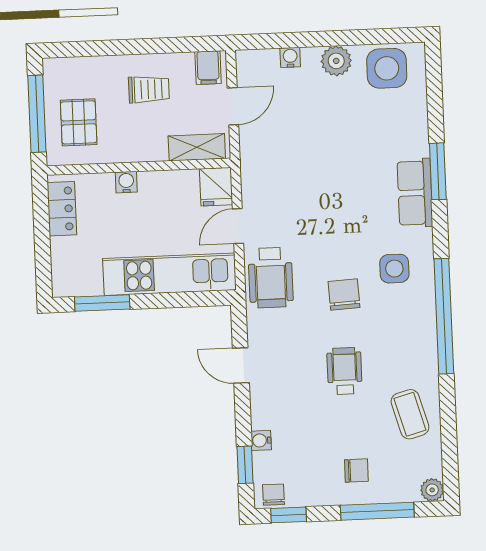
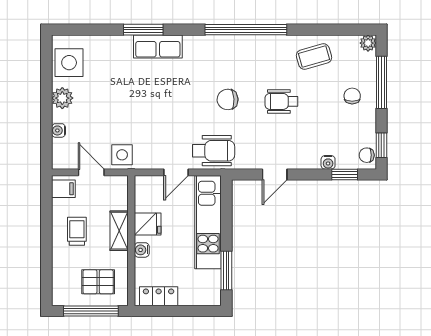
shelving: (197, 147) -> (119, 231), moved
fridge: (216, 187) -> (148, 224), moved
door: (238, 226) -> (176, 172), hinge flipped
side table: (394, 269) -> (122, 155), moved

